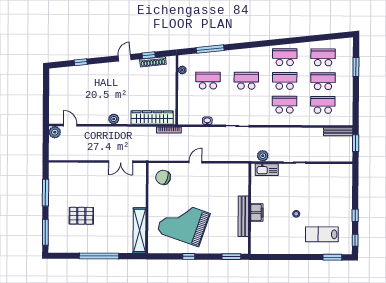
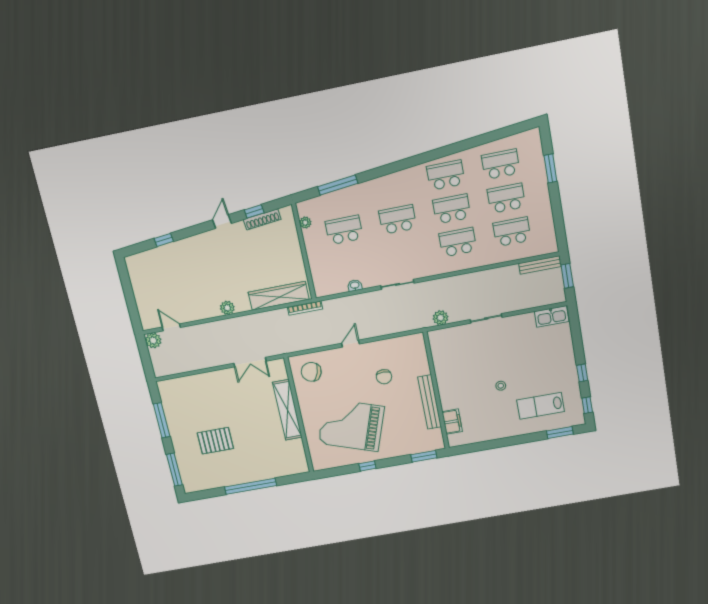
kitchen sink: (267, 170) -> (552, 316), moved
chair: (214, 191) -> (384, 377), added
filing cabinet: (257, 212) -> (452, 422), moved
shelving: (139, 230) -> (287, 410), moved

